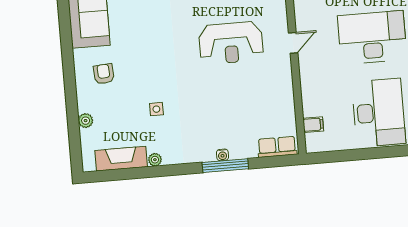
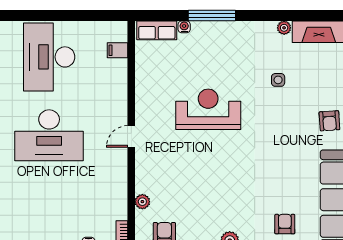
reception desk: (231, 43) -> (208, 109), moved
water cooler: (222, 155) -> (184, 27), moved

